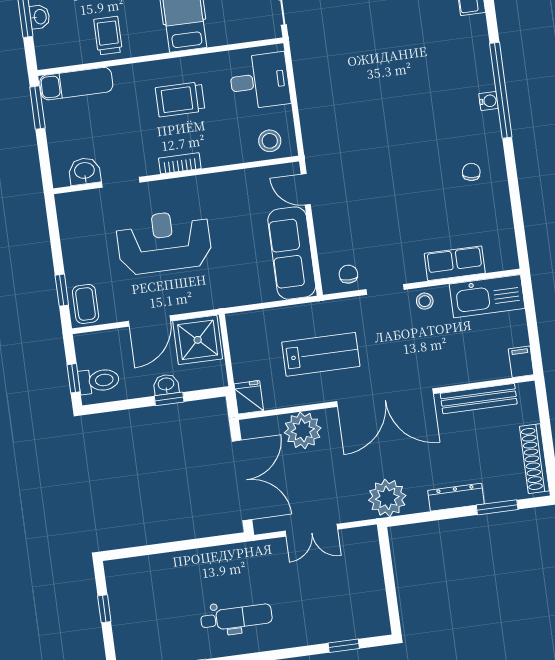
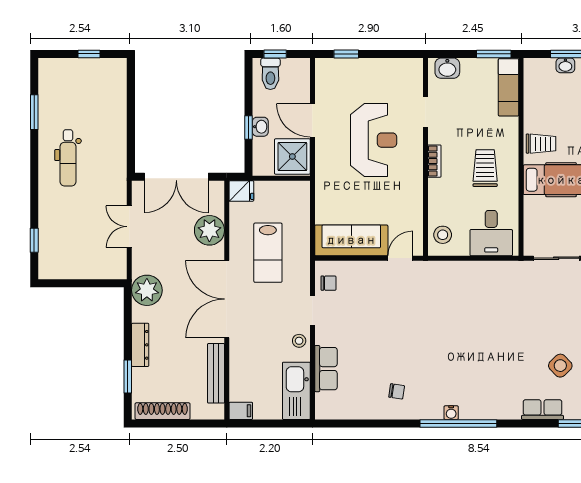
trolley: (108, 36) -> (541, 144), moved
washbasin: (85, 171) -> (447, 68), moved, turned 90
coffee table: (86, 304) -> (333, 71), removed

